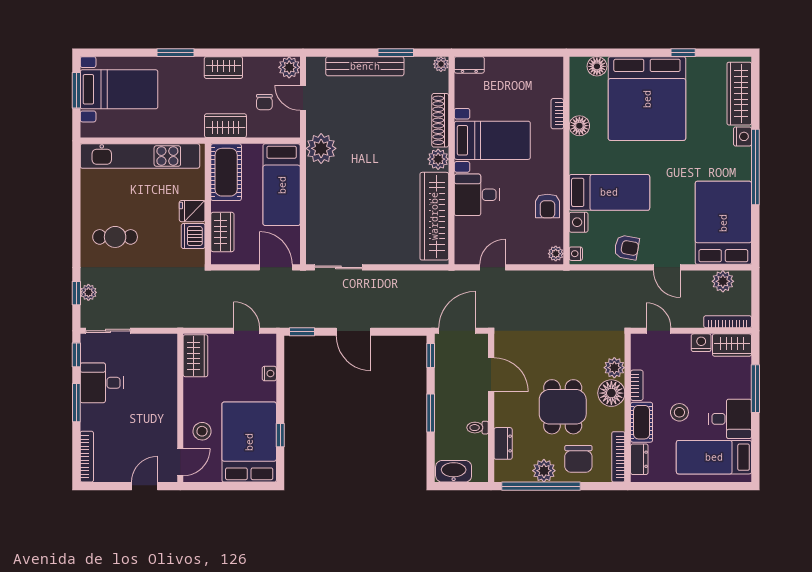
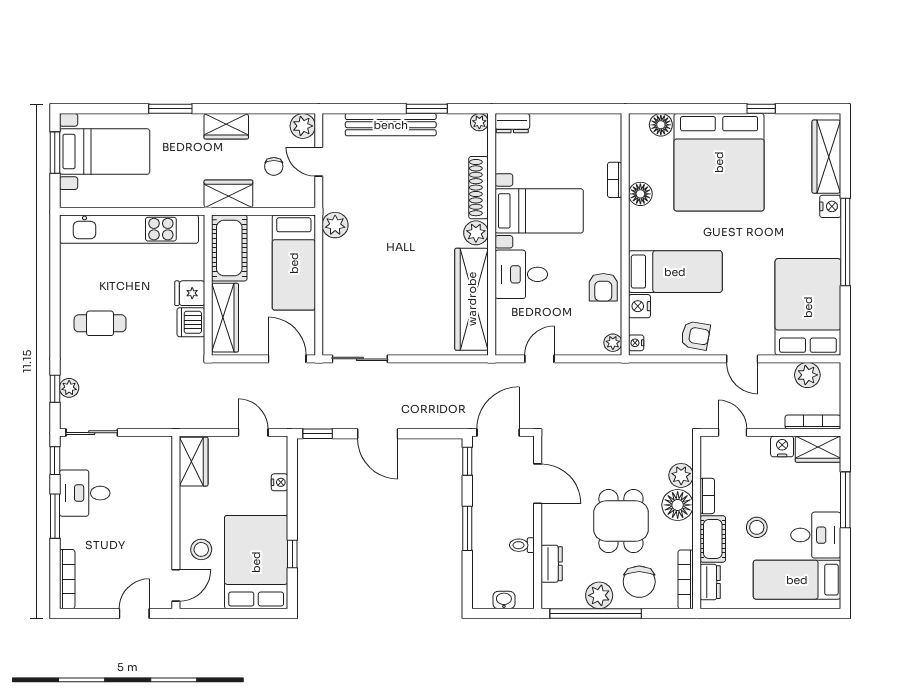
plant: (321, 148) -> (335, 225), width x0.73, depth x0.73
wardrobe: (222, 232) -> (225, 318), width x1.50
washbasin: (454, 471) -> (504, 600), width x0.52, depth x0.69

